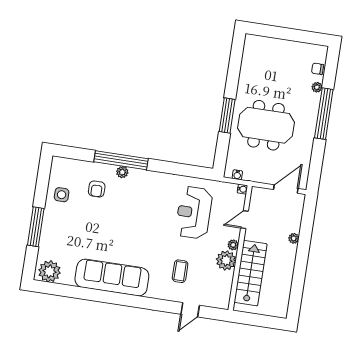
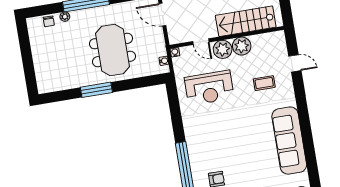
window: (227, 115) -> (96, 90), moved
plant: (122, 172) -> (195, 162), removed
plant: (233, 245) -> (223, 49), width x1.88, depth x1.88

